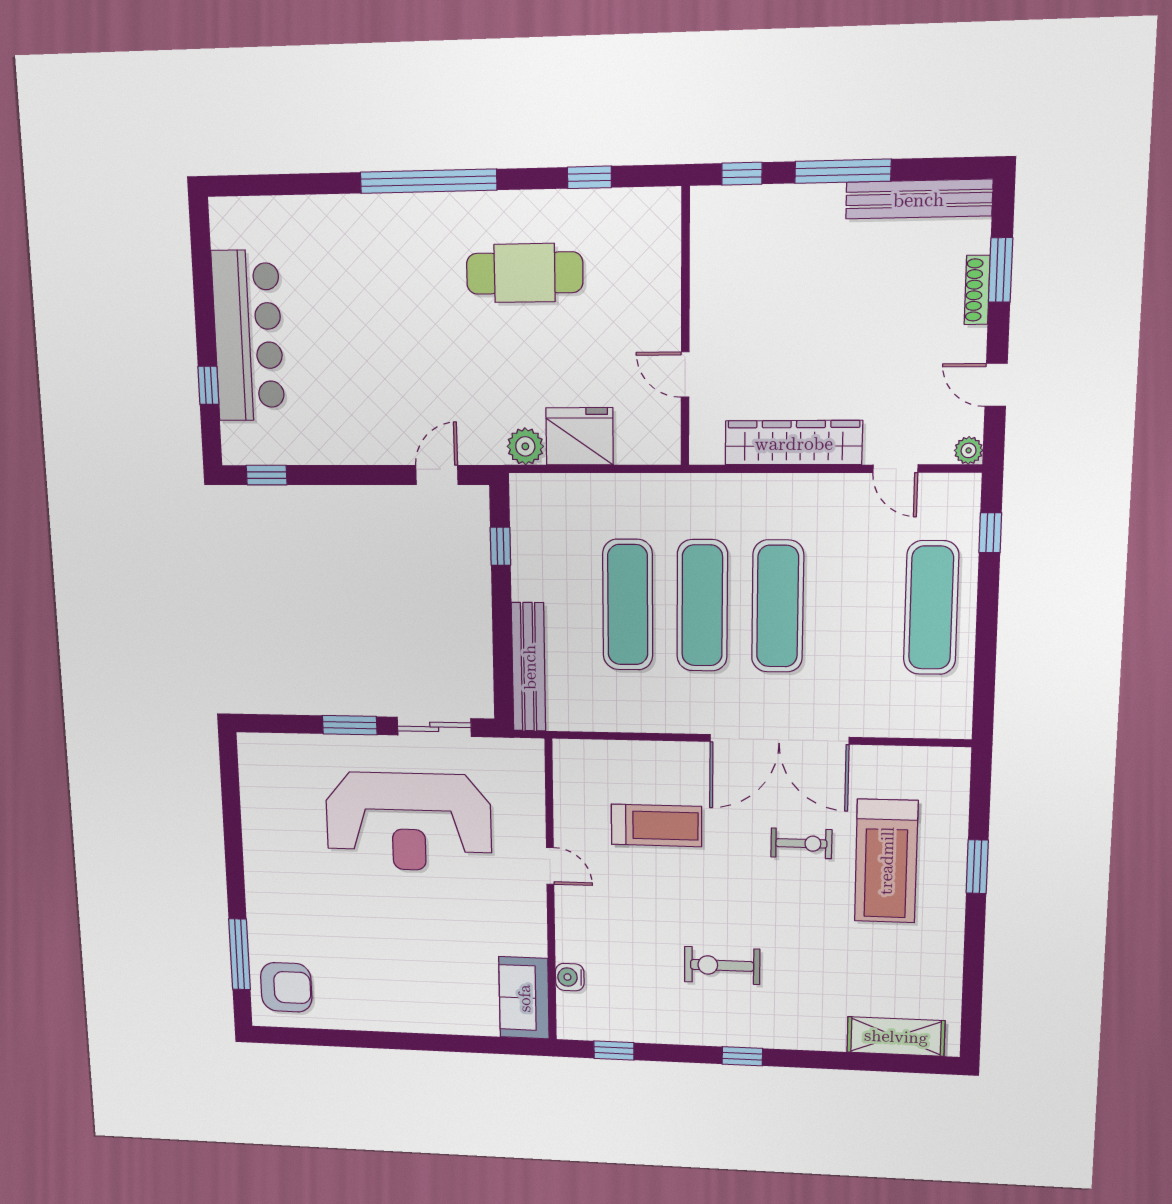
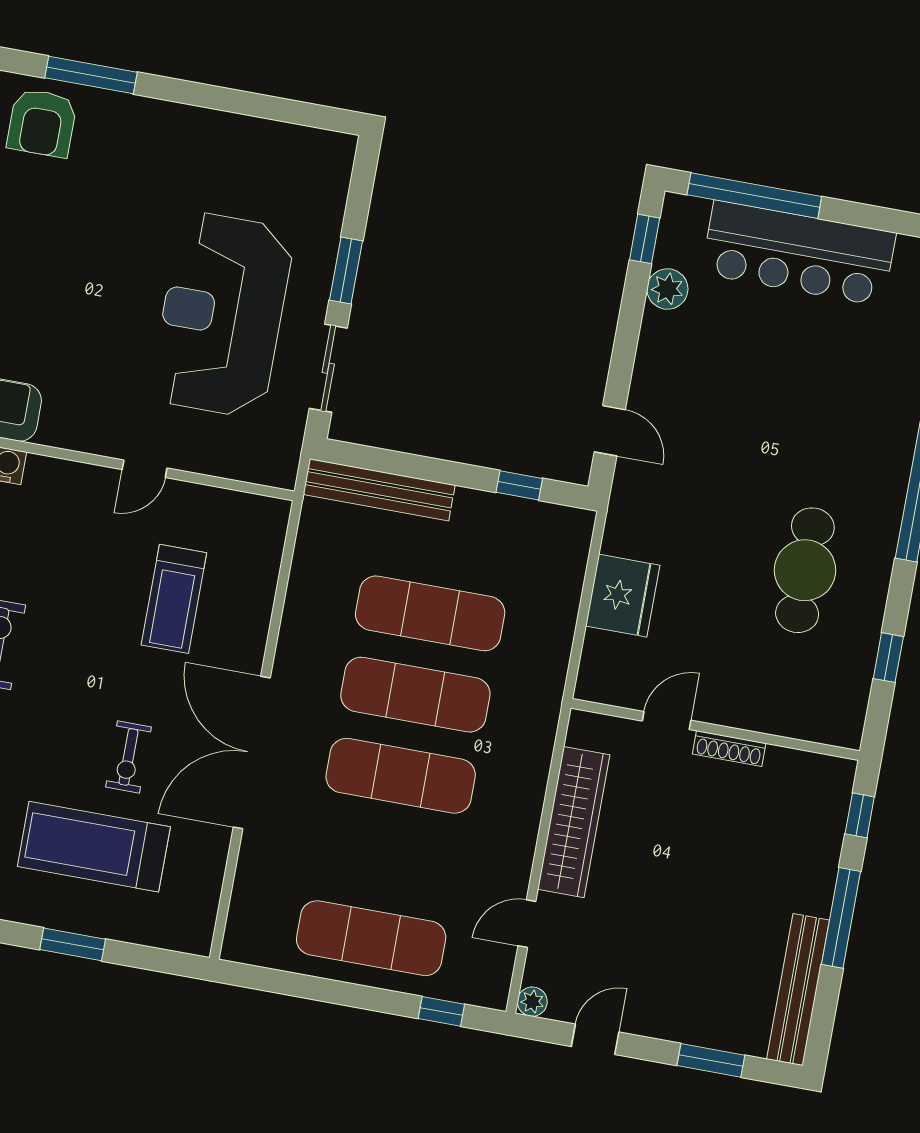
shoe rack: (977, 290) -> (729, 749), moved, turned 180
window: (208, 385) -> (754, 196), width x3.17
plant: (525, 446) -> (667, 289), moved

